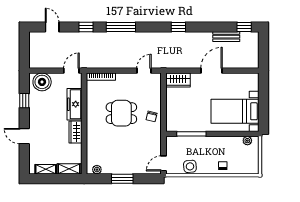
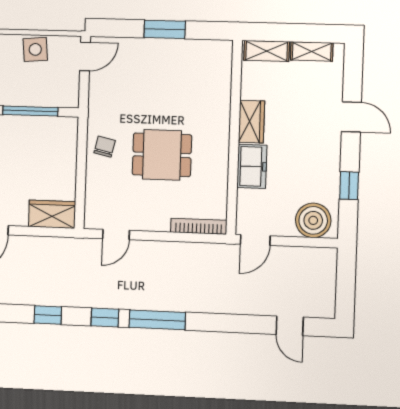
window: (86, 27) -> (105, 318), moved
freezer: (74, 104) -> (252, 166), width x0.71
plant: (97, 170) -> (213, 48), removed

